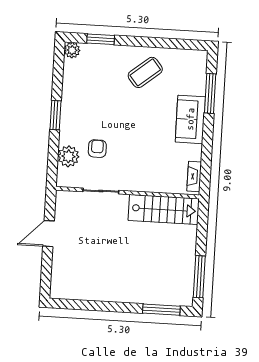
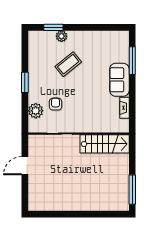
plant: (72, 50) -> (61, 36), moved
coffee table: (145, 72) -> (68, 64), moved
fireplace: (194, 176) -> (124, 108), moved
window: (161, 310) -> (107, 214), removed

